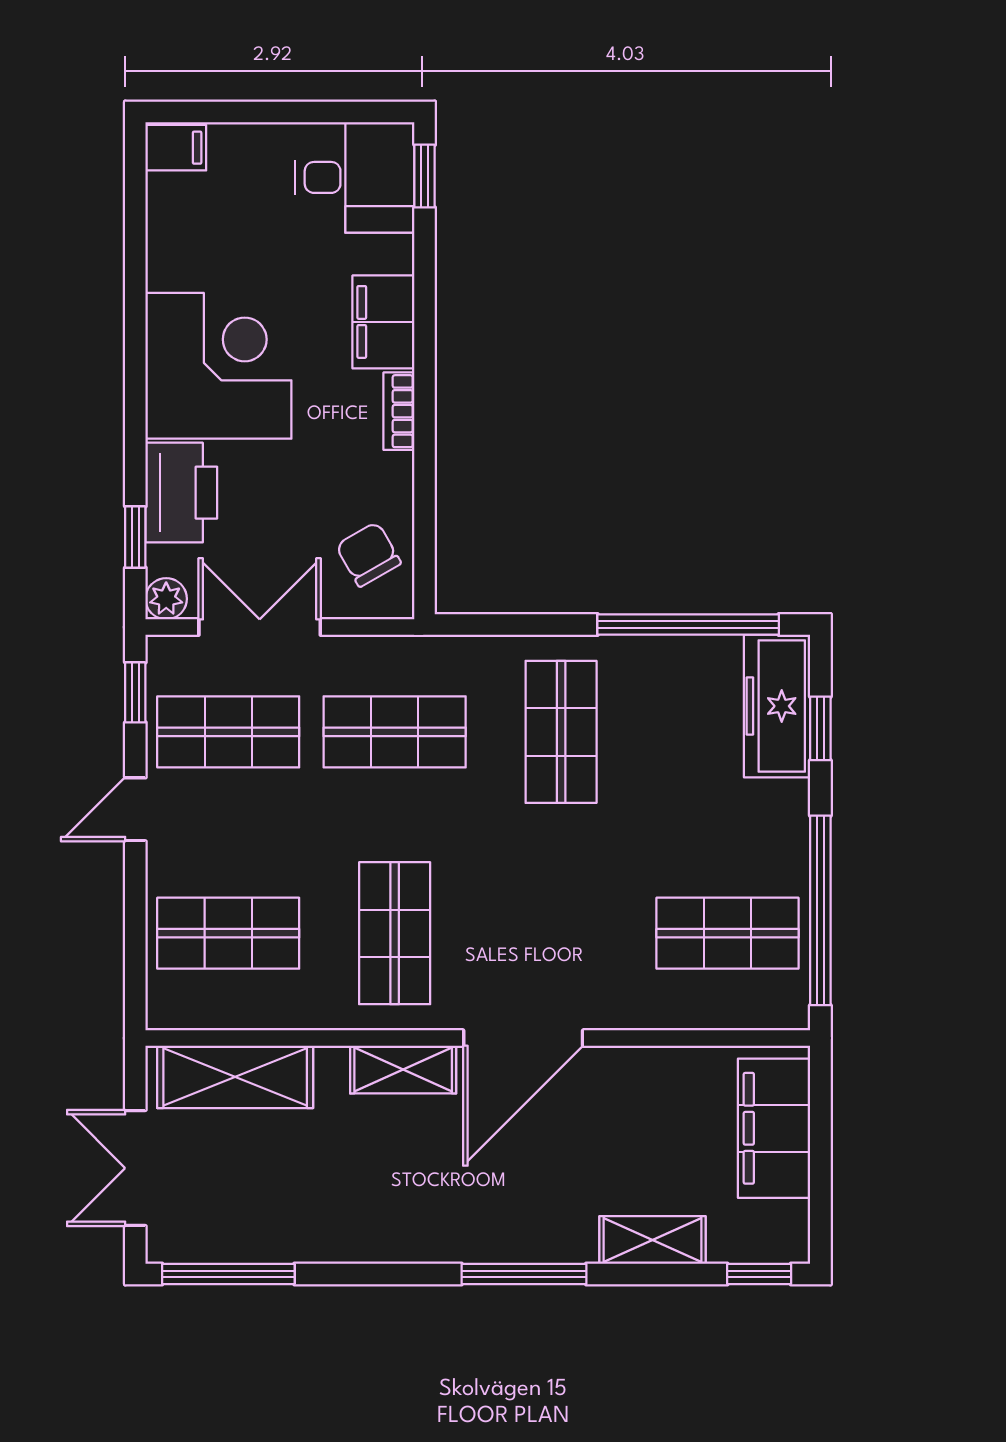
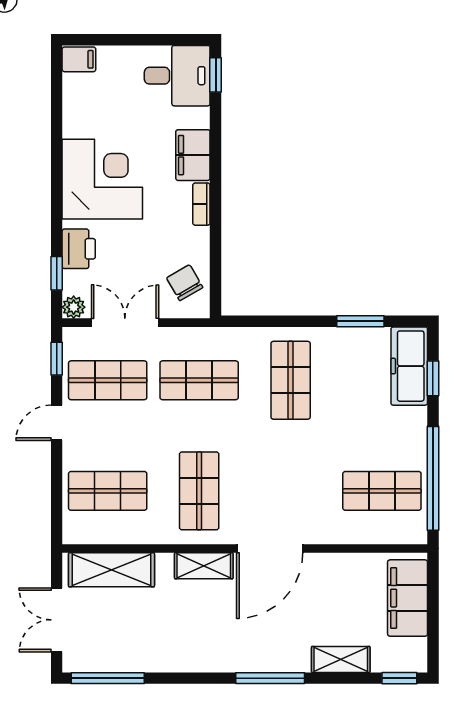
printer: (181, 493) -> (79, 249), width x0.73, depth x0.84
window: (688, 624) -> (360, 321), width x0.47

